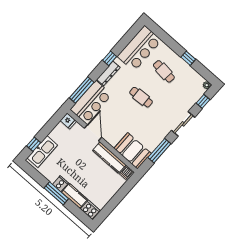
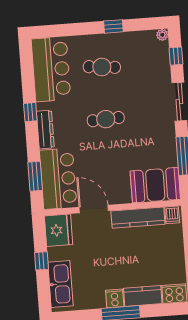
window: (82, 90) -> (35, 176), width x0.69
fridge: (68, 121) -> (59, 230), width x1.88, depth x1.34
window: (34, 144) -> (41, 261), moved

